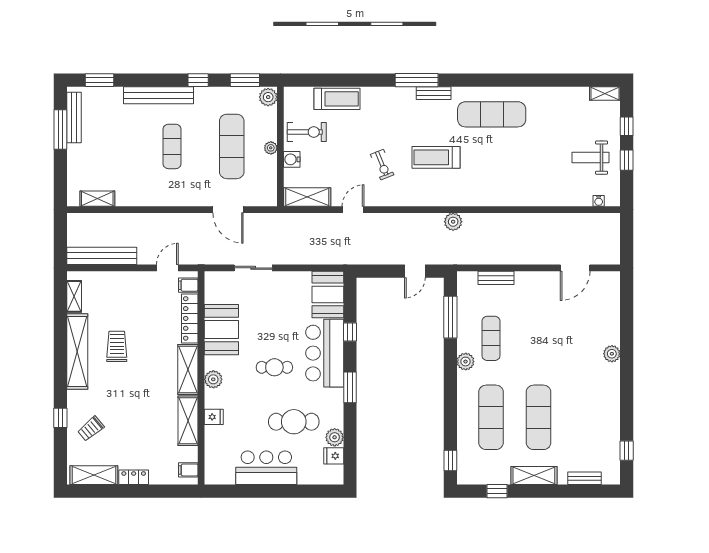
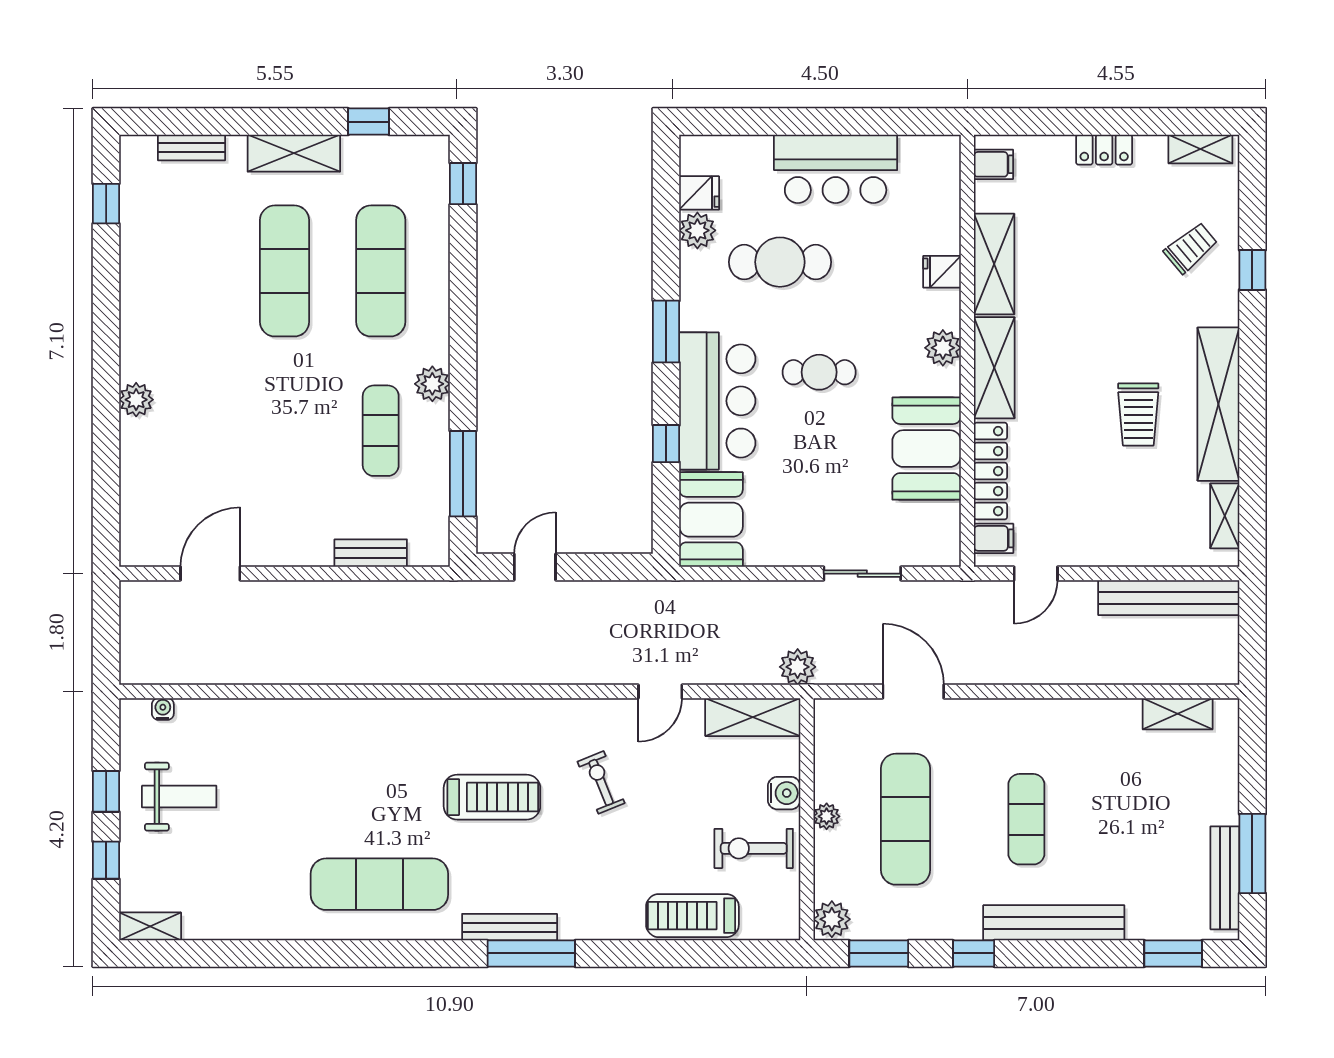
bench: (434, 93) -> (510, 927), width x1.36
plant: (453, 222) -> (798, 667), moved
shelving: (94, 475) -> (1200, 149), width x0.67, depth x0.75

